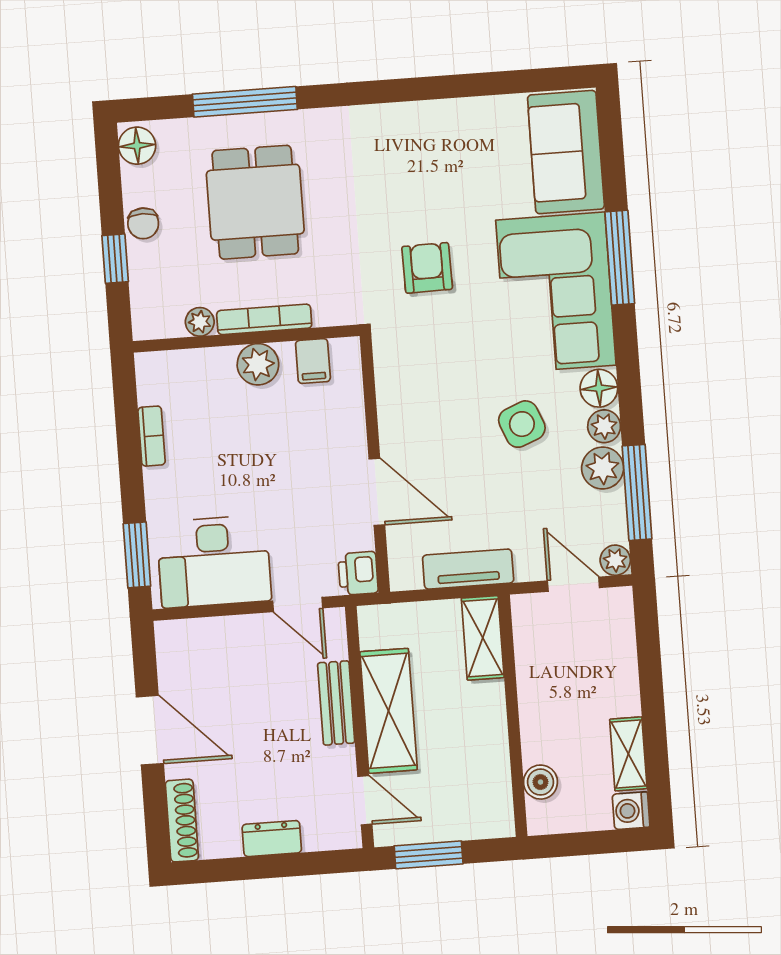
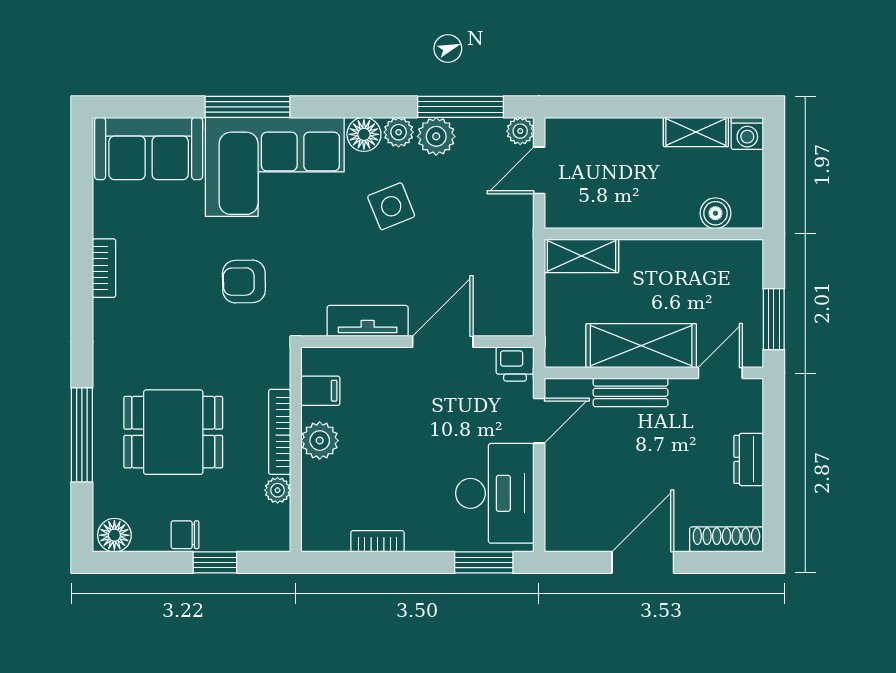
bookcase: (430, 113) -> (104, 268), added
chair: (143, 223) -> (185, 535), turned 180
tv unit: (468, 569) -> (368, 321), moved, turned 90

